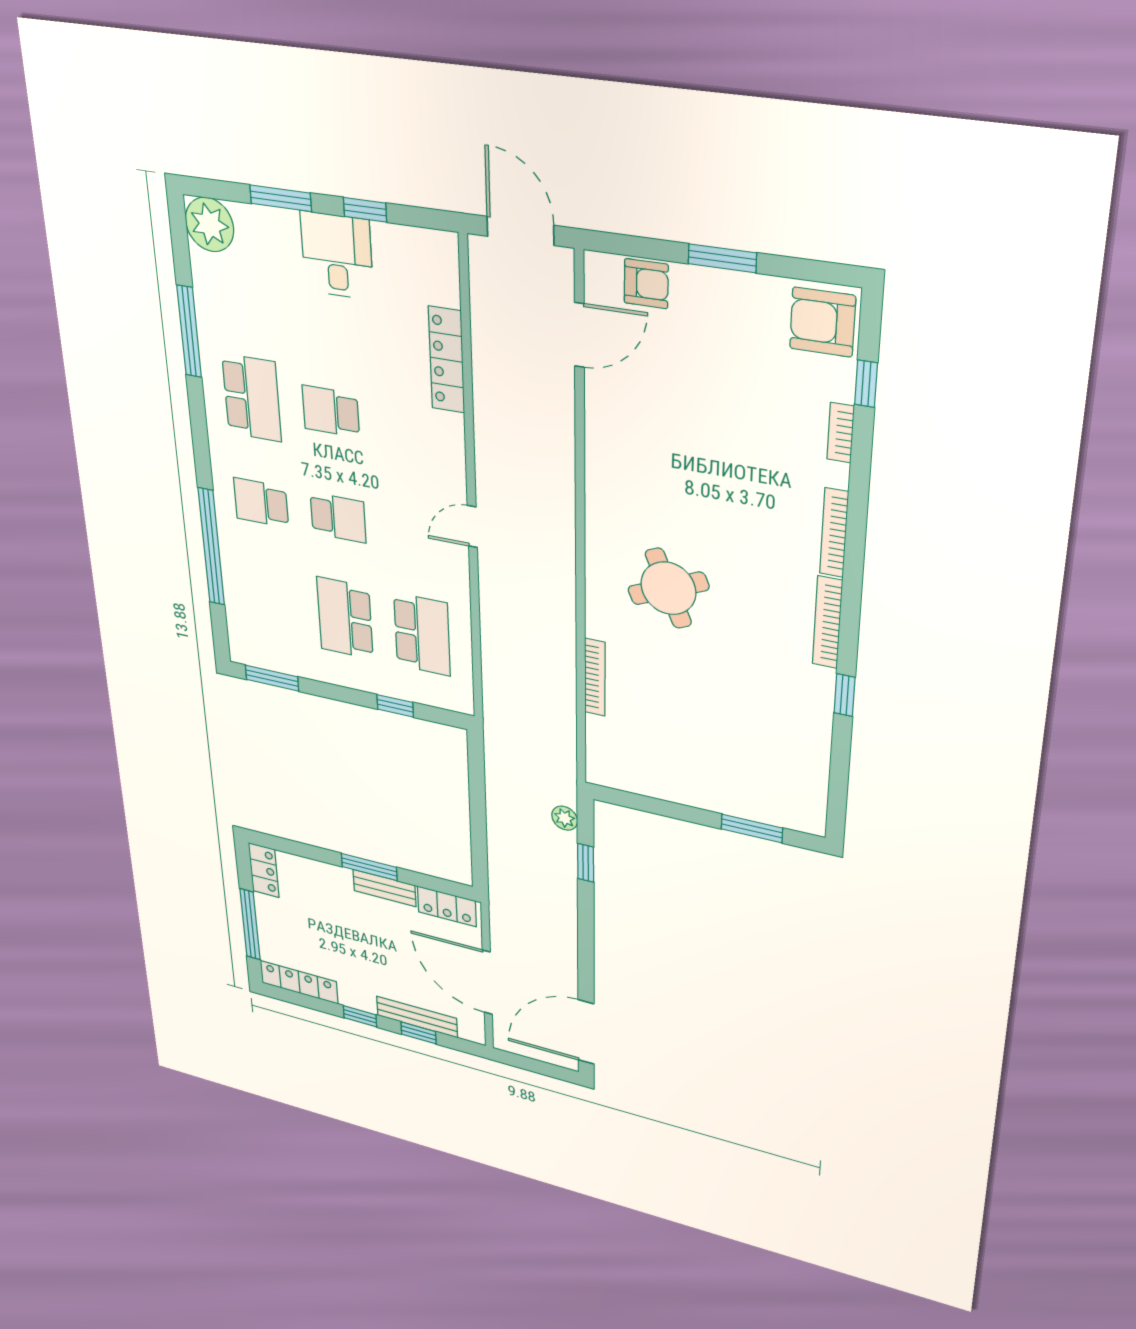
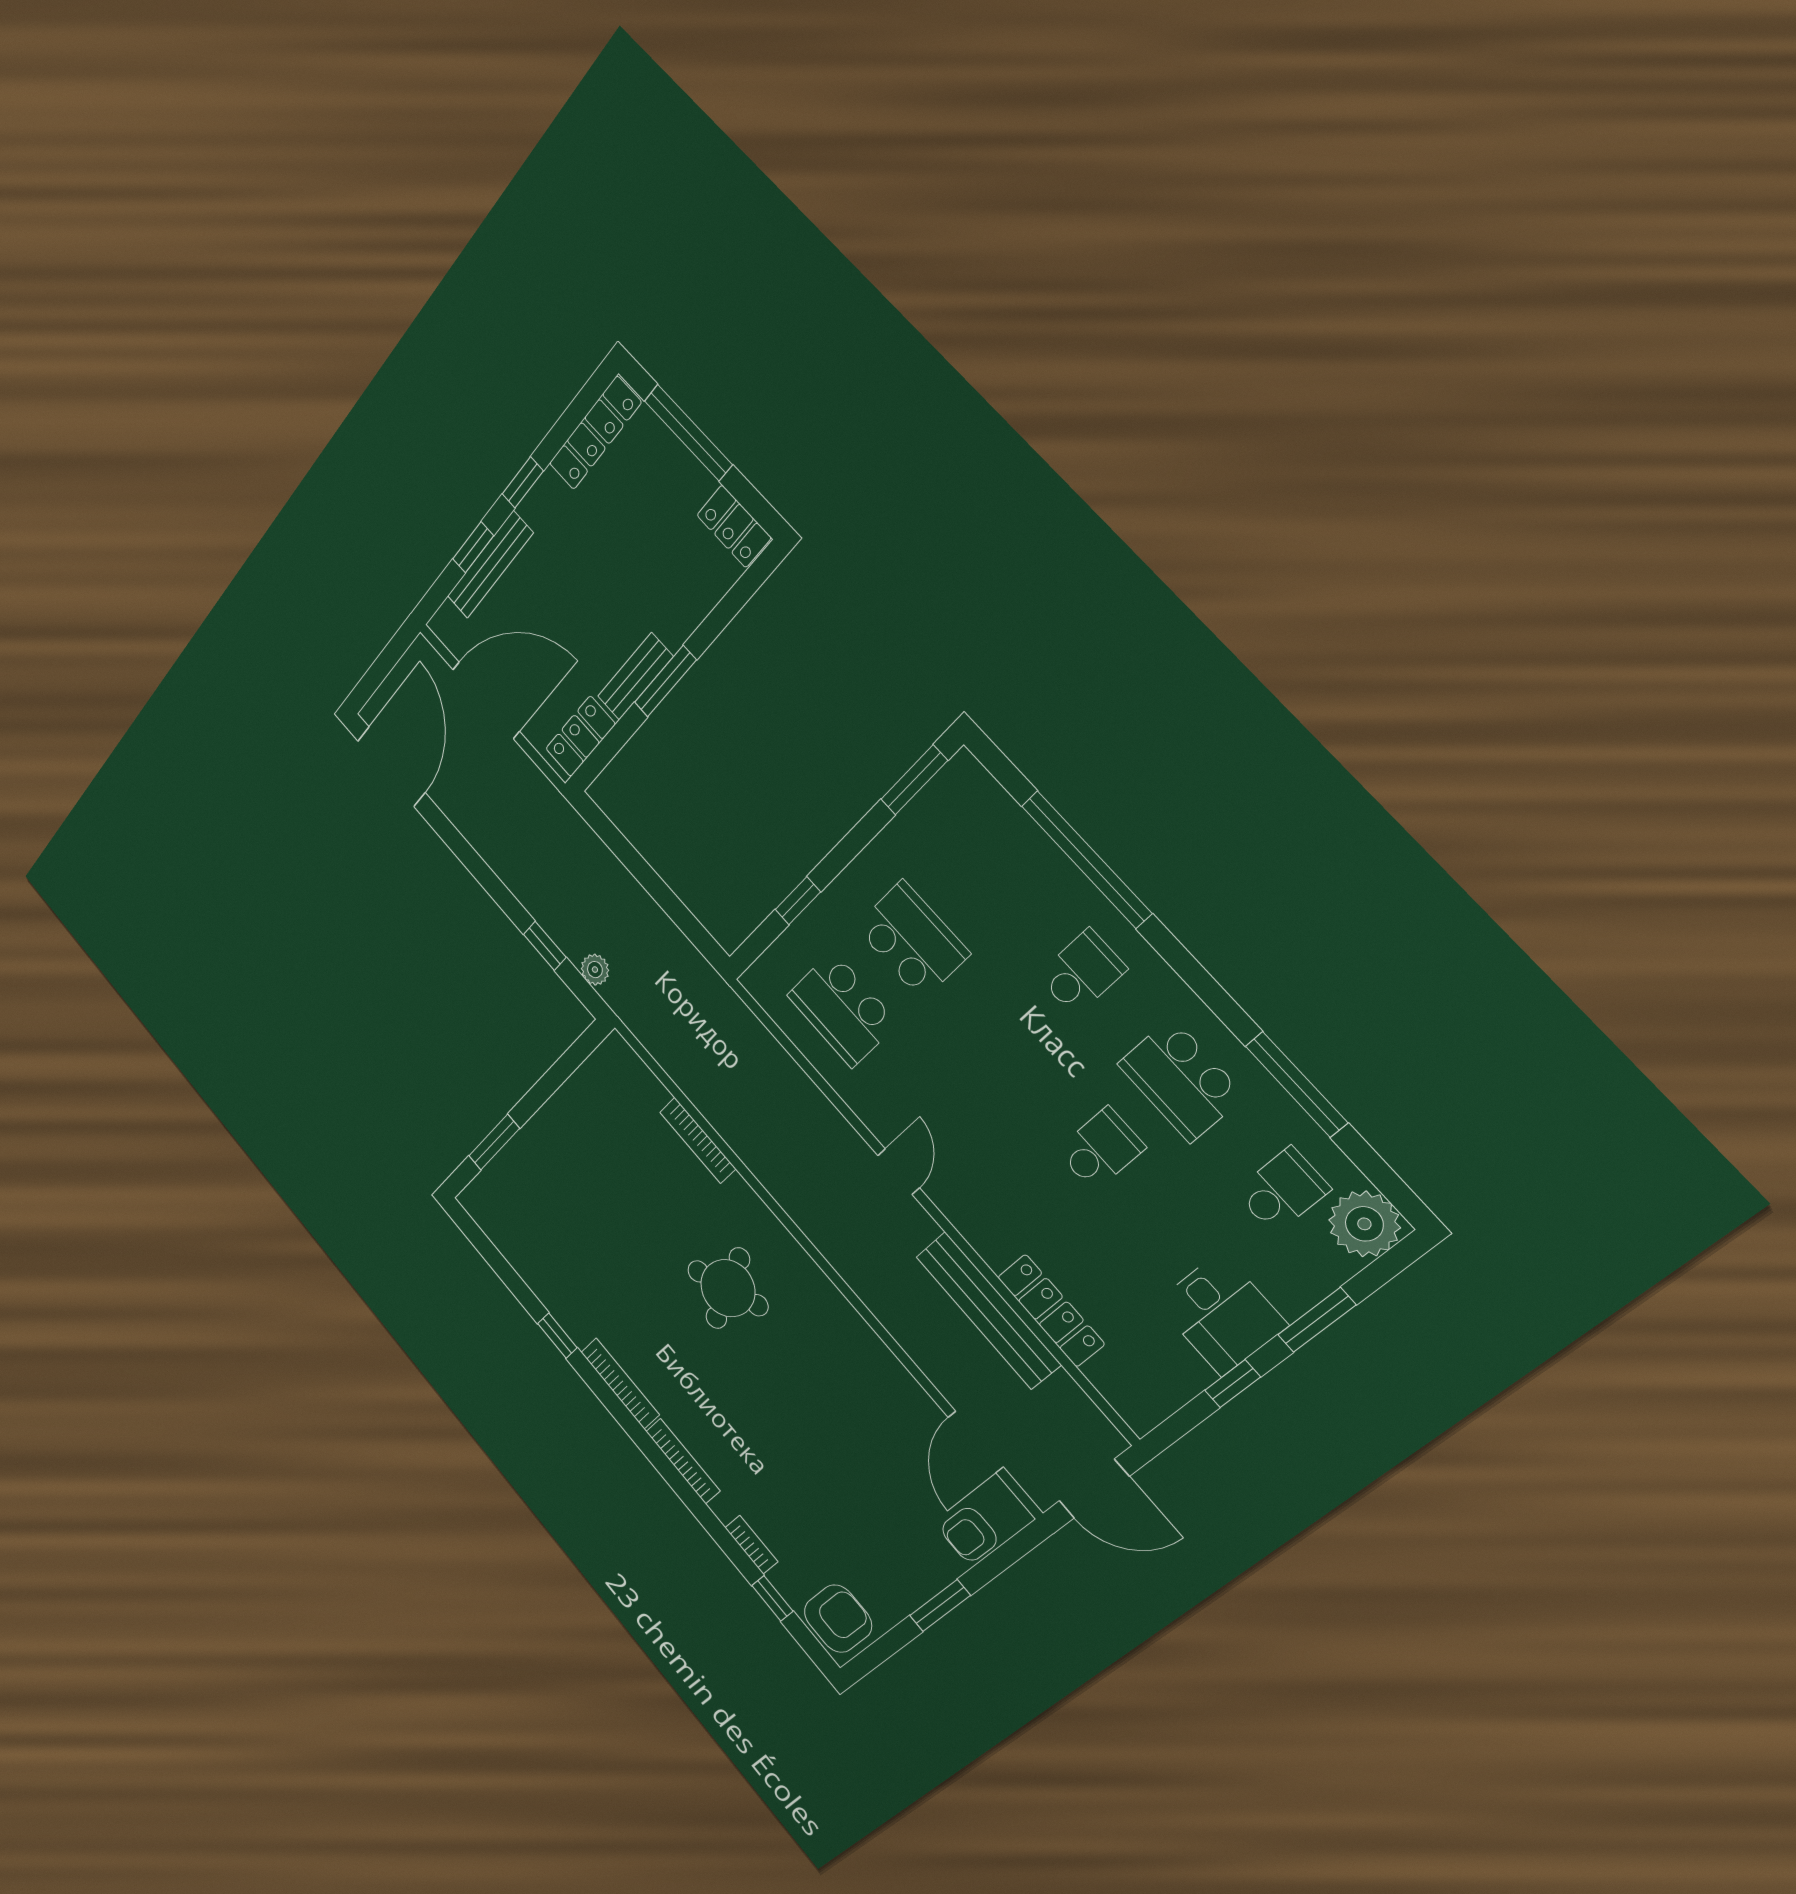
bench: (490, 400) -> (988, 1310), added
school desk: (338, 518) -> (1282, 1190), moved, turned 180

